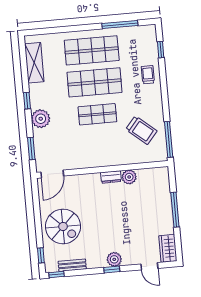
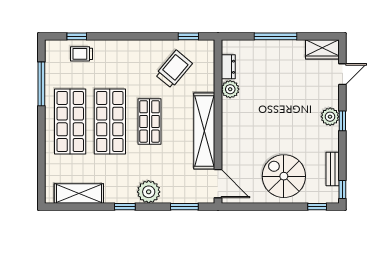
trolley: (148, 75) -> (81, 54), moved
window: (169, 139) -> (188, 36), width x0.46
shelving: (94, 159) -> (204, 131), added
dresser: (111, 177) -> (228, 67), moved
spiral stairs: (63, 226) -> (284, 176), turned -90

